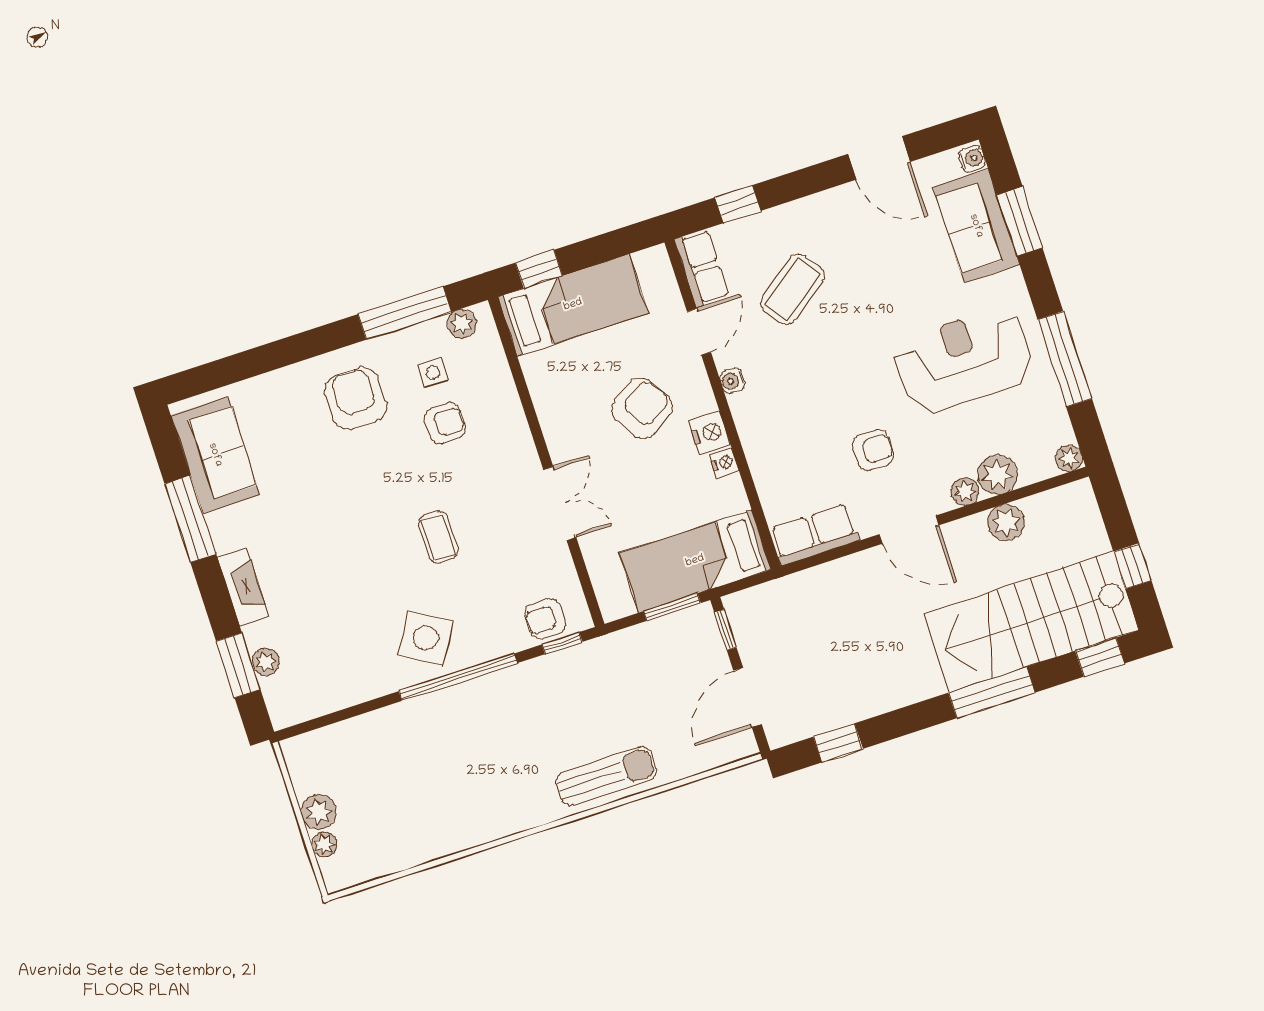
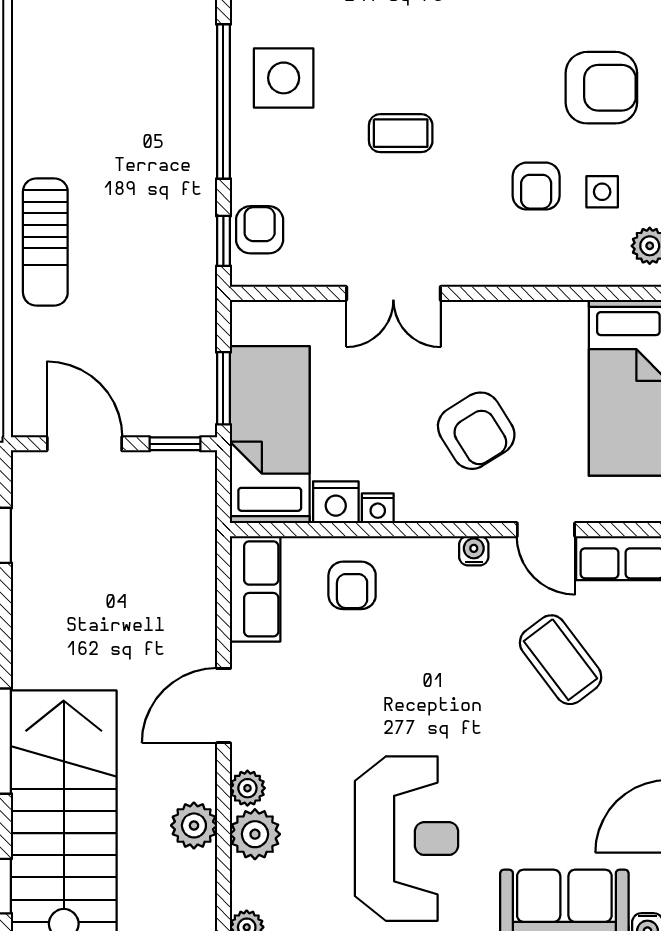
nightstand: (709, 433) -> (336, 502), moved
armchair: (873, 450) -> (352, 585), moved
side table: (426, 638) -> (284, 78), turned -31

